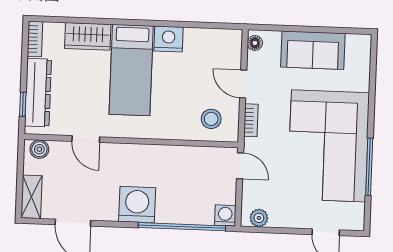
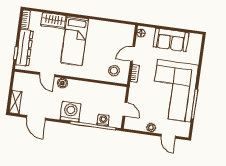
nightstand: (169, 39) -> (96, 26), removed
door: (243, 84) -> (133, 54), hinge flipped
boiler: (39, 149) -> (62, 83), moved
door: (240, 166) -> (125, 109), moved
washing machine: (225, 215) -> (103, 120), moved
plant: (259, 218) -> (151, 128), moved

